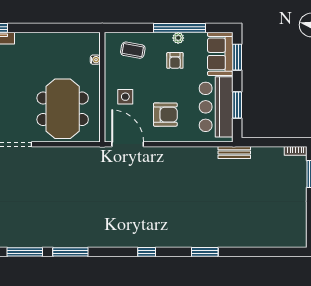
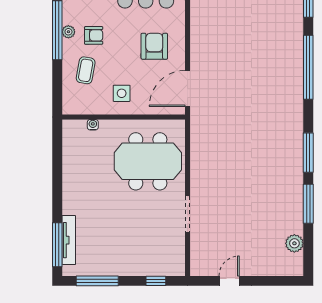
coffee table: (133, 50) -> (86, 70), moved
side table: (125, 97) -> (122, 93), moved
window: (147, 252) -> (308, 67), width x3.17

